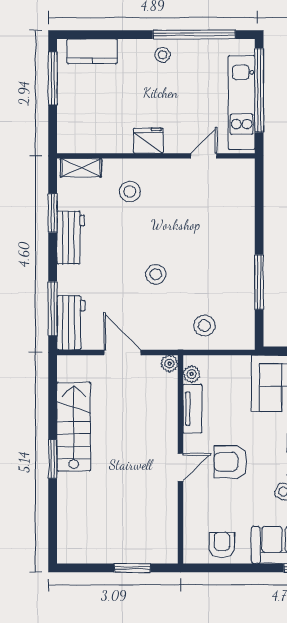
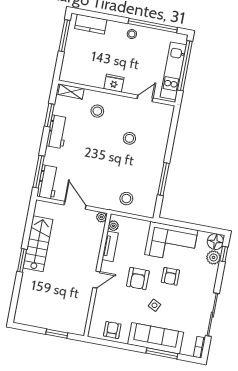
stool: (156, 274) -> (129, 138), moved
armchair: (231, 462) -> (138, 279), moved, turned -90

